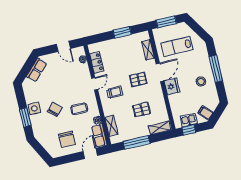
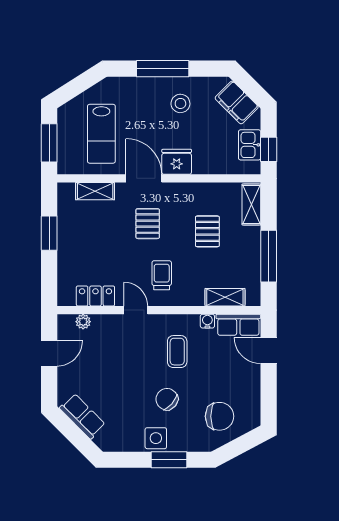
filing cabinet: (205, 113) -> (237, 102), width x2.00
chair: (67, 139) -> (220, 416), moved

